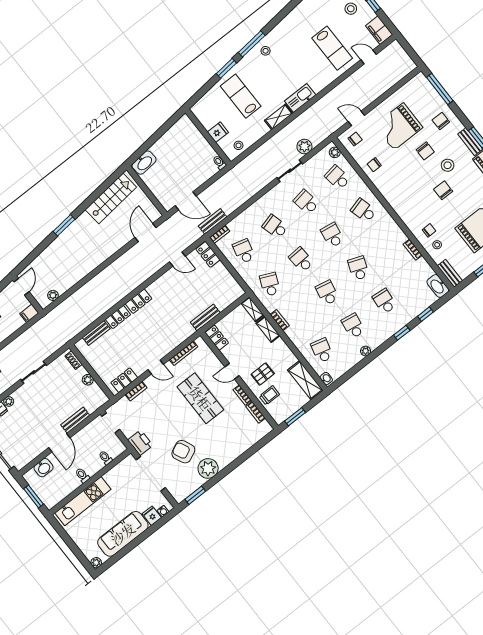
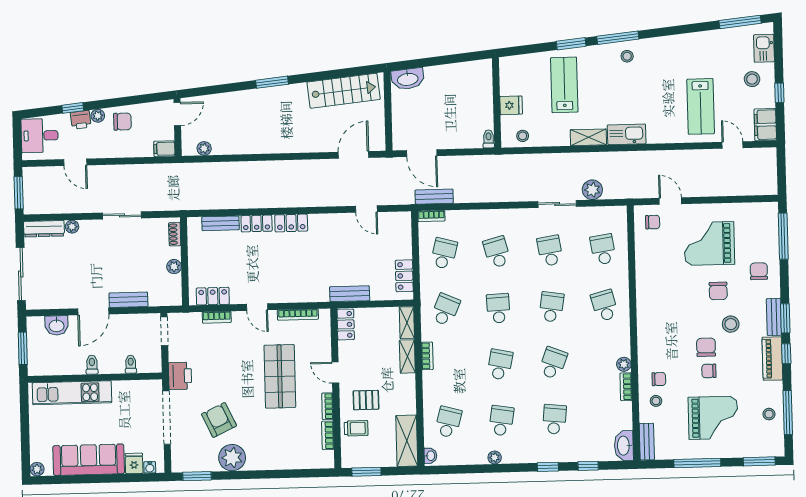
plant: (335, 152) -> (624, 364), moved
chair: (374, 165) -> (709, 371), moved
locker: (208, 254) -> (404, 276), moved

